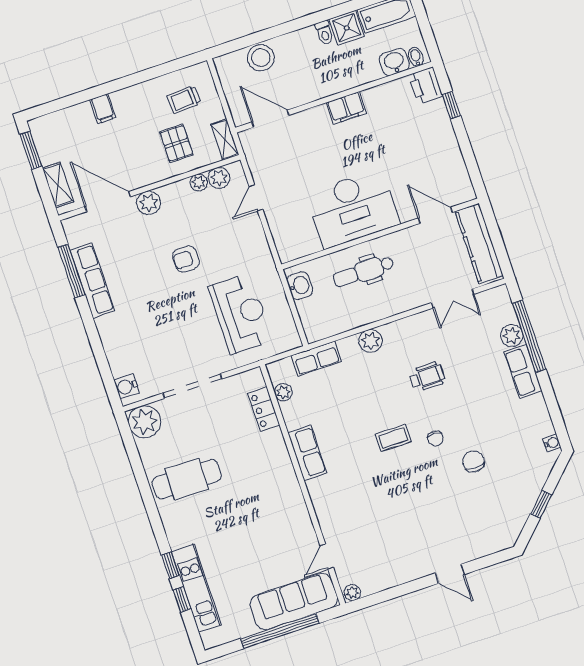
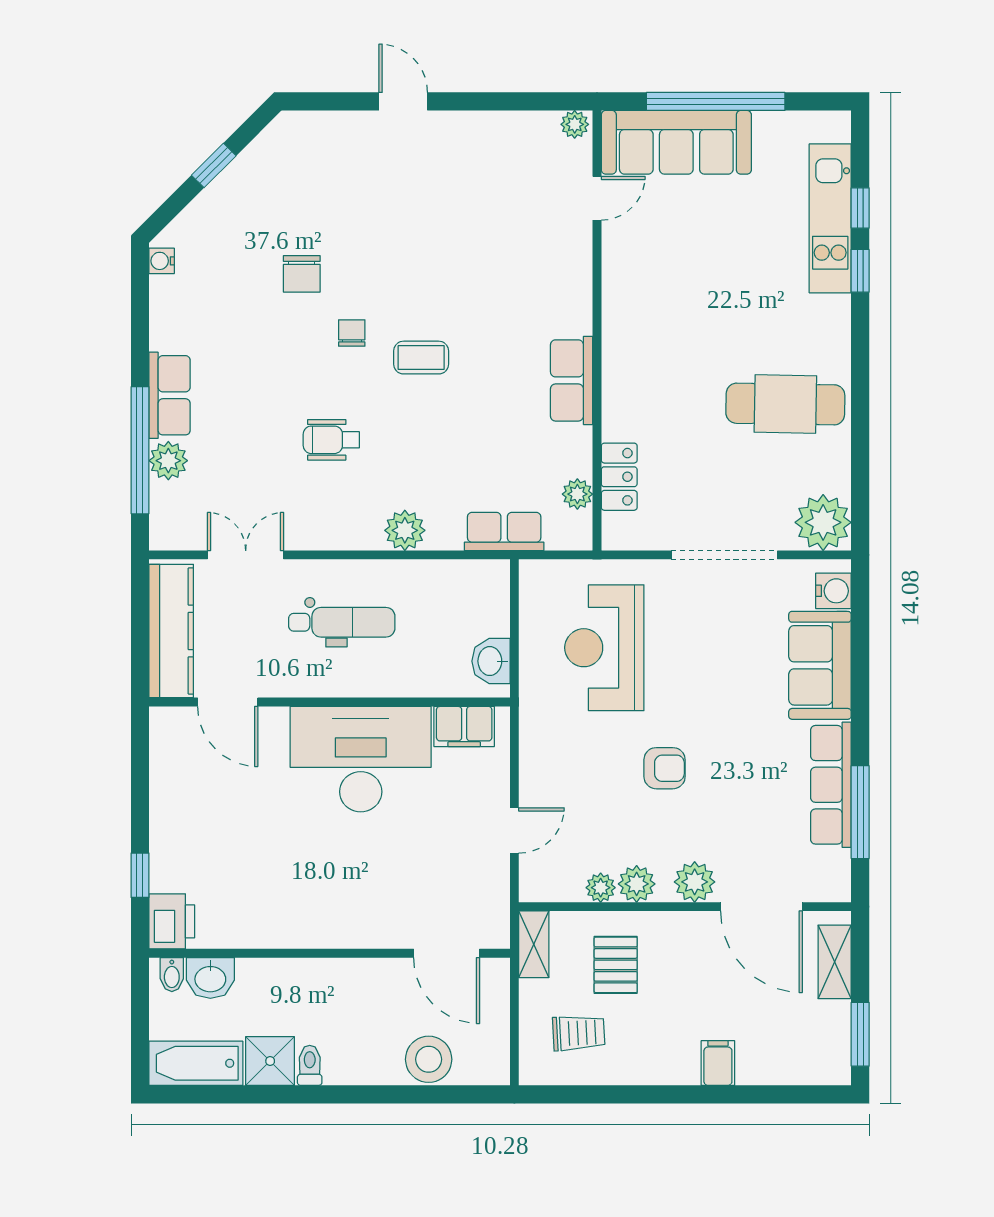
filing cabinet: (346, 108) -> (464, 726), moved, turned 180
plant: (219, 178) -> (637, 884), moved
dental chair: (364, 271) -> (342, 622), moved
sofa: (120, 343) -> (820, 665), added

